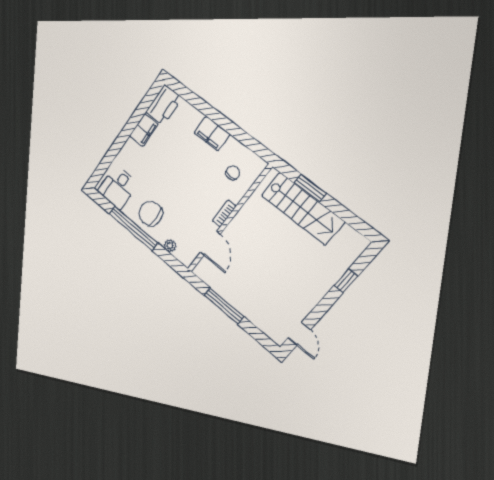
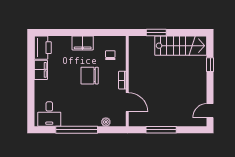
stairs: (302, 209) -> (181, 46), moved
chair: (151, 214) -> (90, 76), moved
door: (299, 334) -> (210, 111), swing flipped

